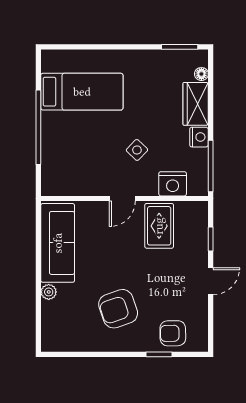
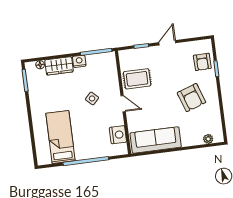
nightstand: (173, 184) -> (118, 135), moved
door: (211, 281) -> (167, 43), hinge flipped
plant: (49, 292) -> (208, 139), moved

